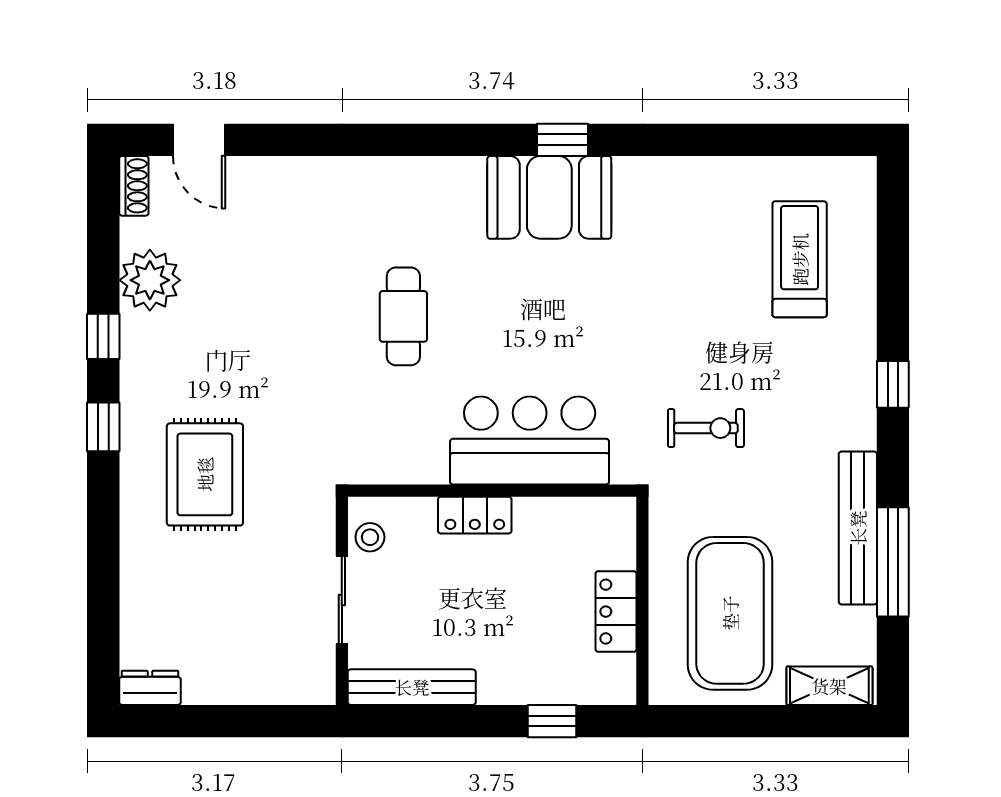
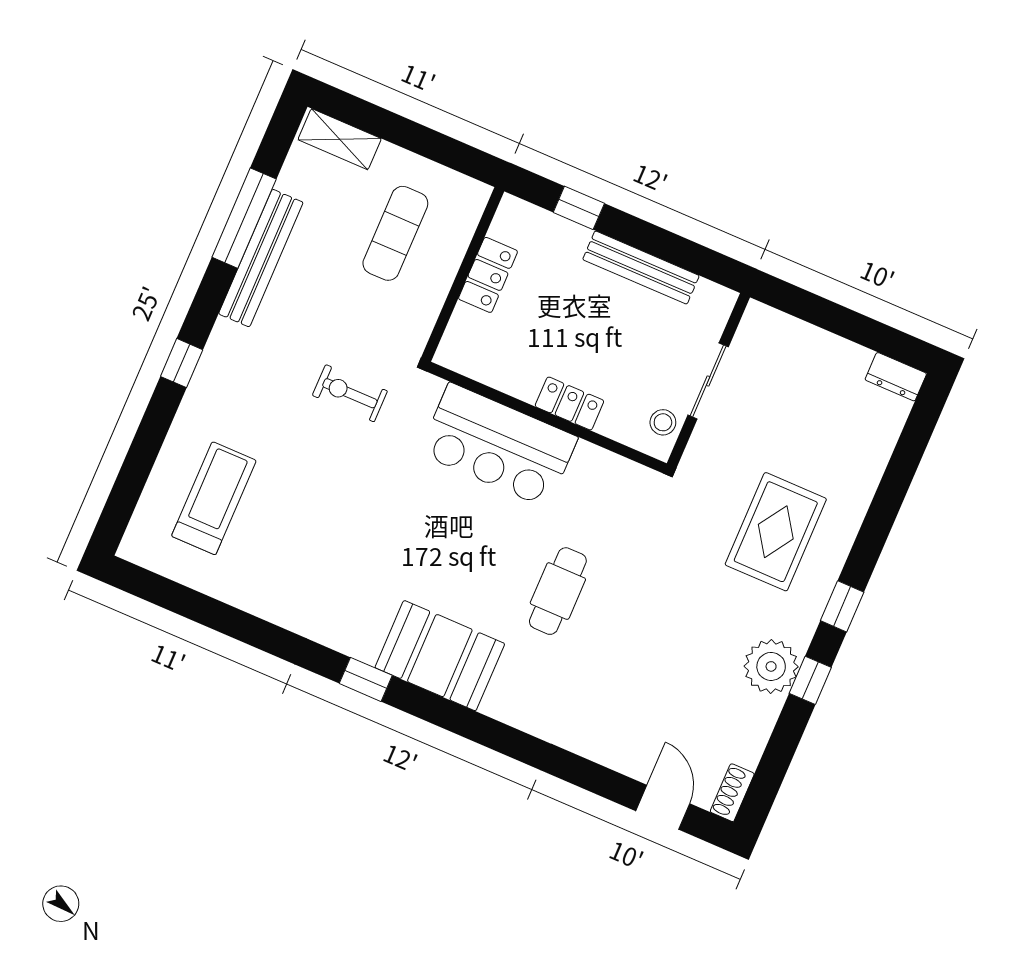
booth: (549, 197) -> (440, 656), moved
treadmill: (800, 259) -> (214, 498), turned 180
plant: (150, 280) -> (771, 666), moved
exercise mat: (730, 613) -> (395, 233), width x0.50, depth x0.69
bench: (412, 687) -> (641, 268), moved

